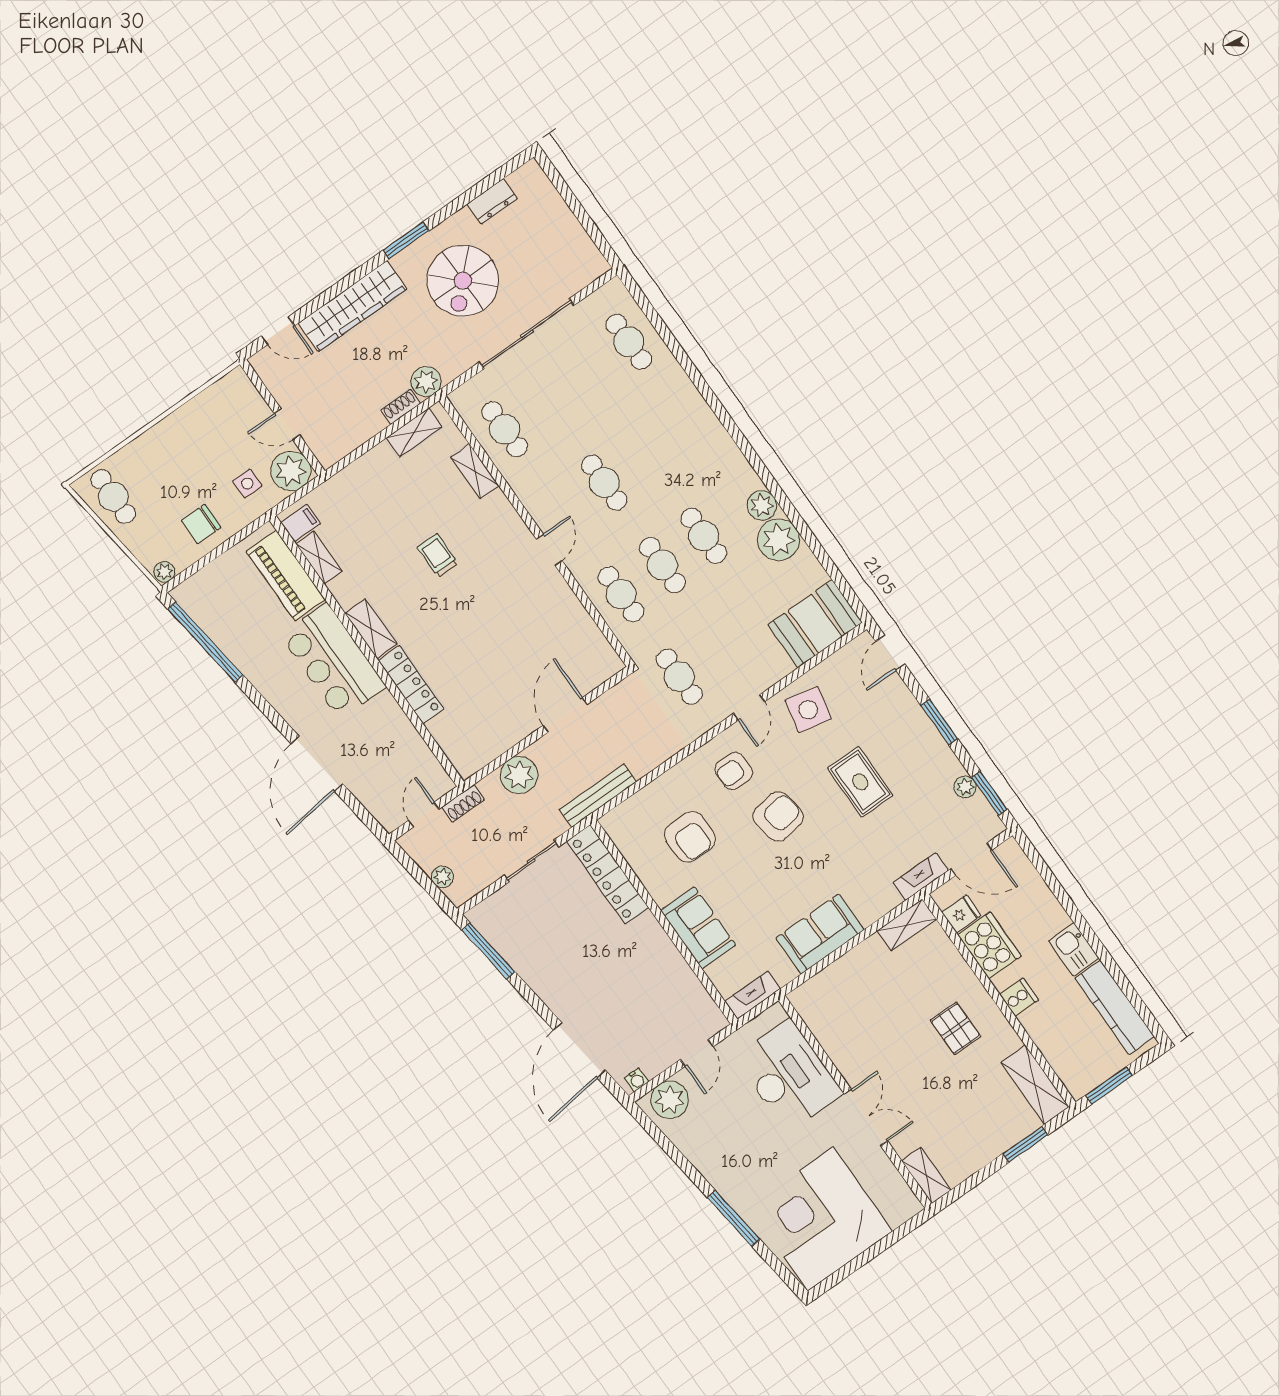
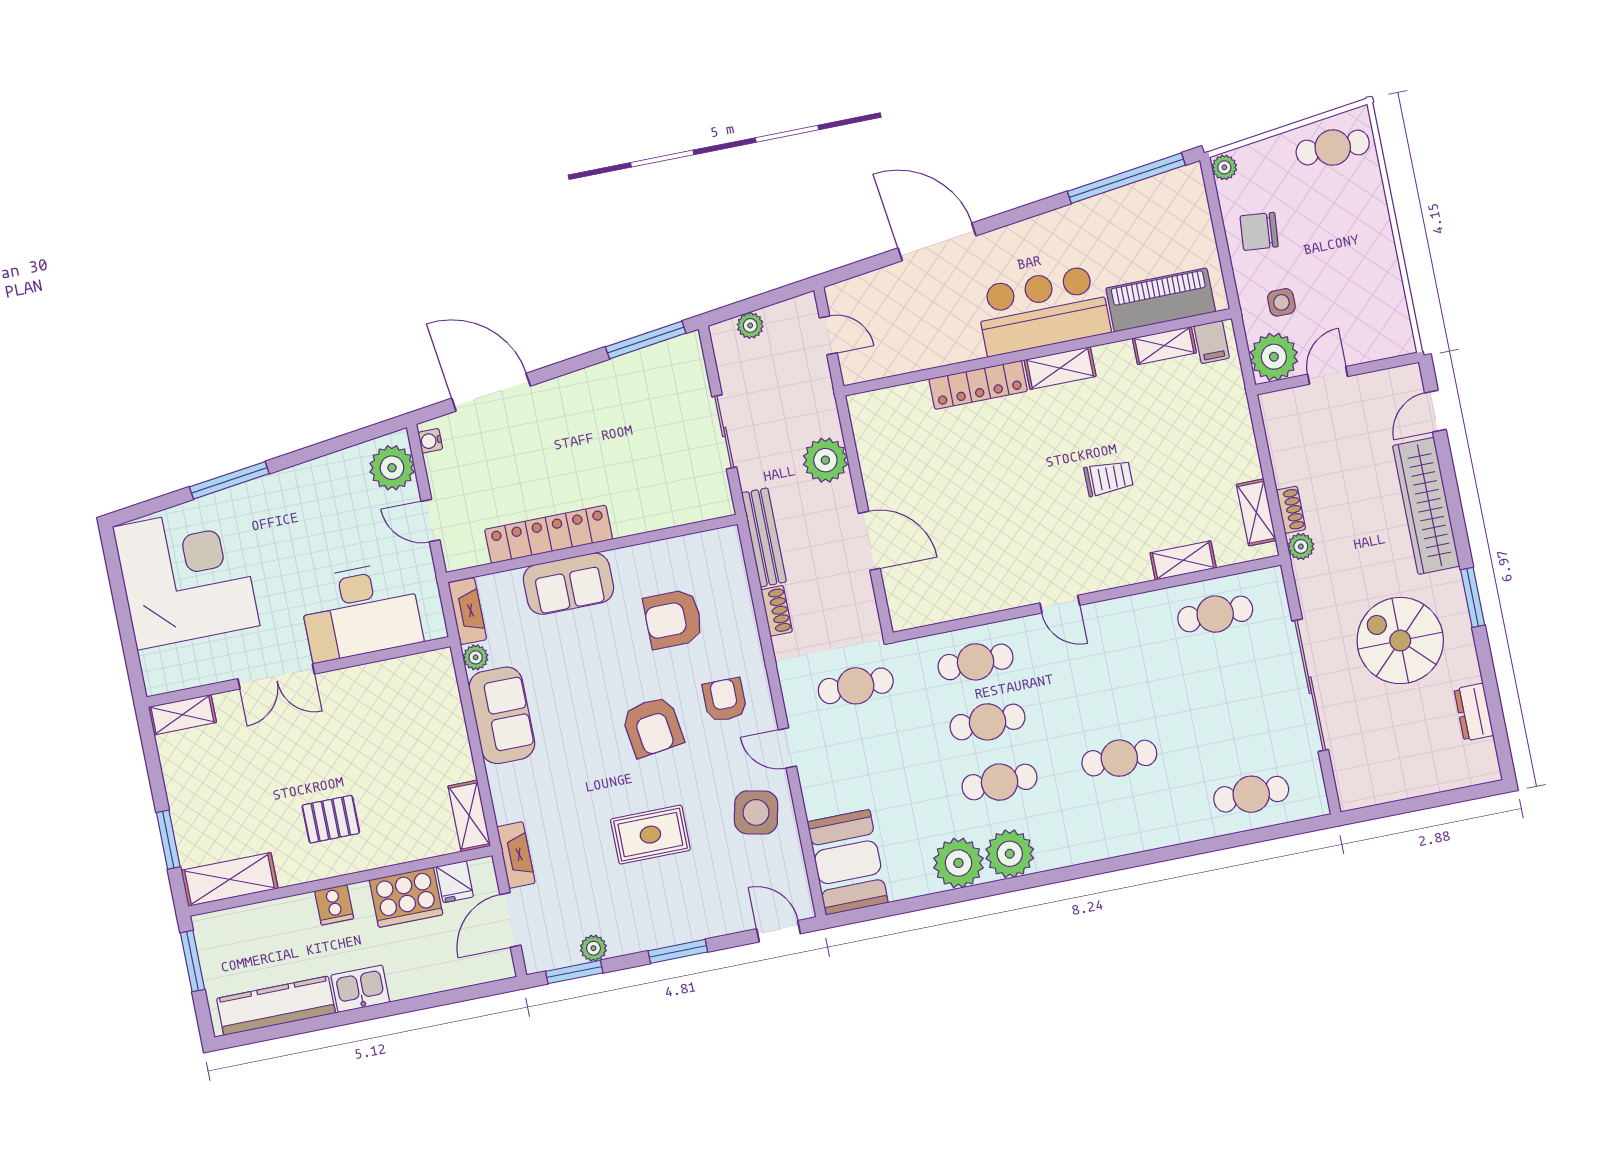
plant: (426, 381) -> (1301, 546), width x0.73, depth x0.73
cafe table: (604, 483) -> (1119, 758), moved
plant: (762, 505) -> (1010, 854), width x1.36, depth x1.36
chair: (201, 524) -> (1259, 231), turned -85
shoe rack: (463, 803) -> (777, 611), moved, turned 180
locker: (608, 874) -> (549, 534), moved
plant: (785, 973) -> (476, 657), added

